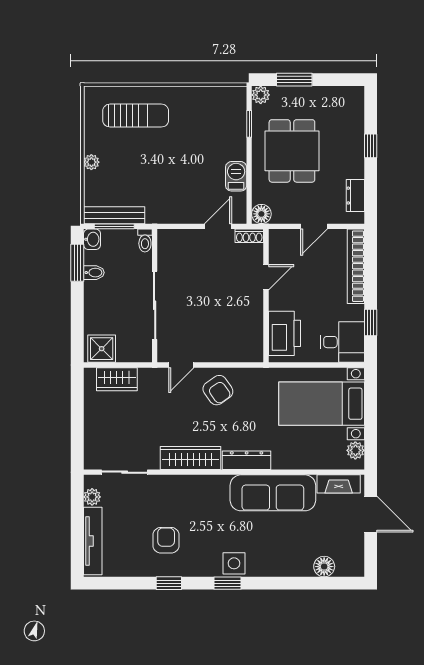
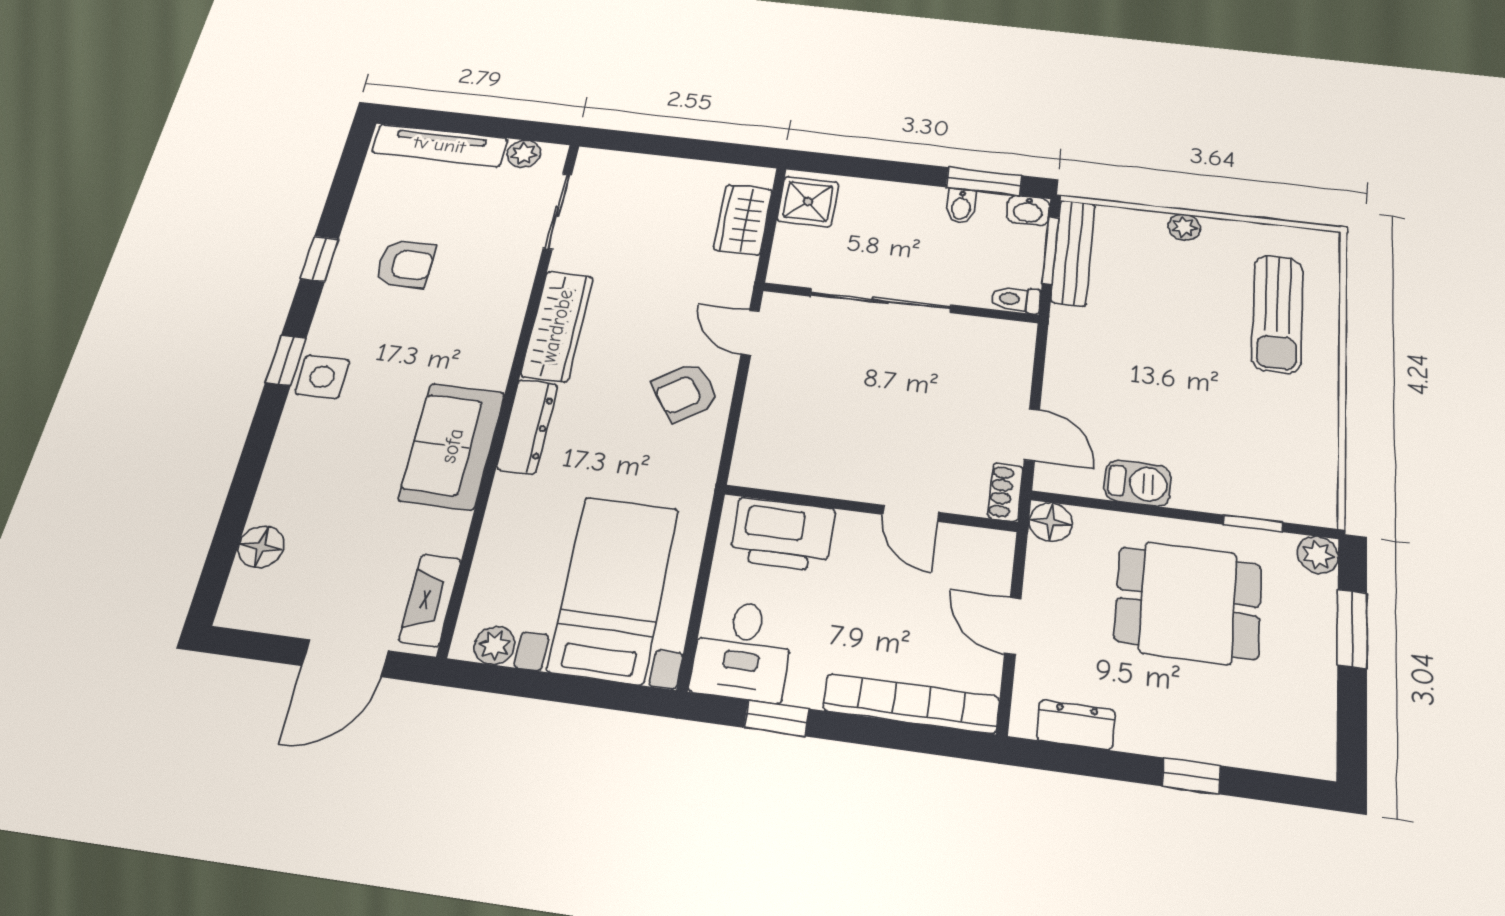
sofa: (273, 493) -> (452, 446), width x0.73

